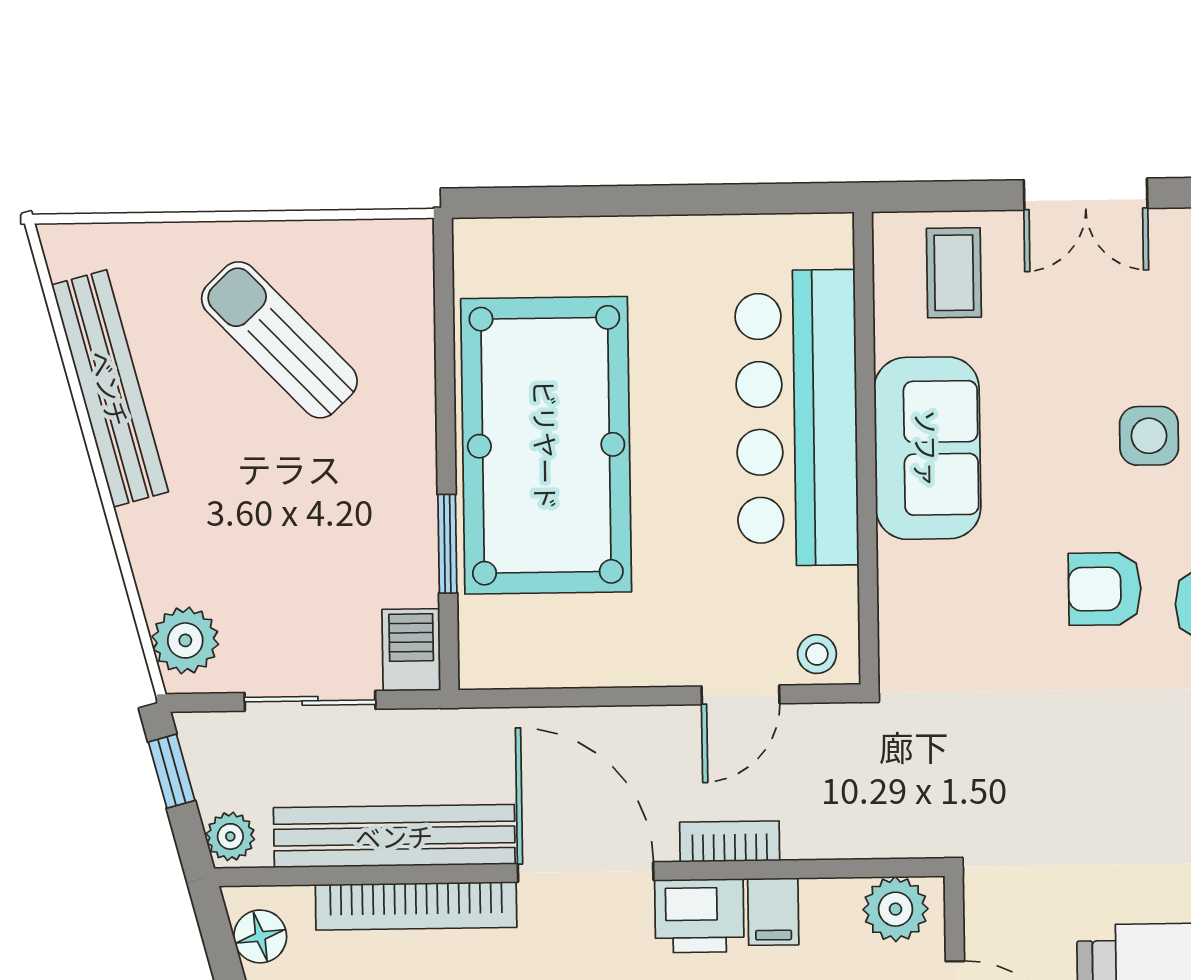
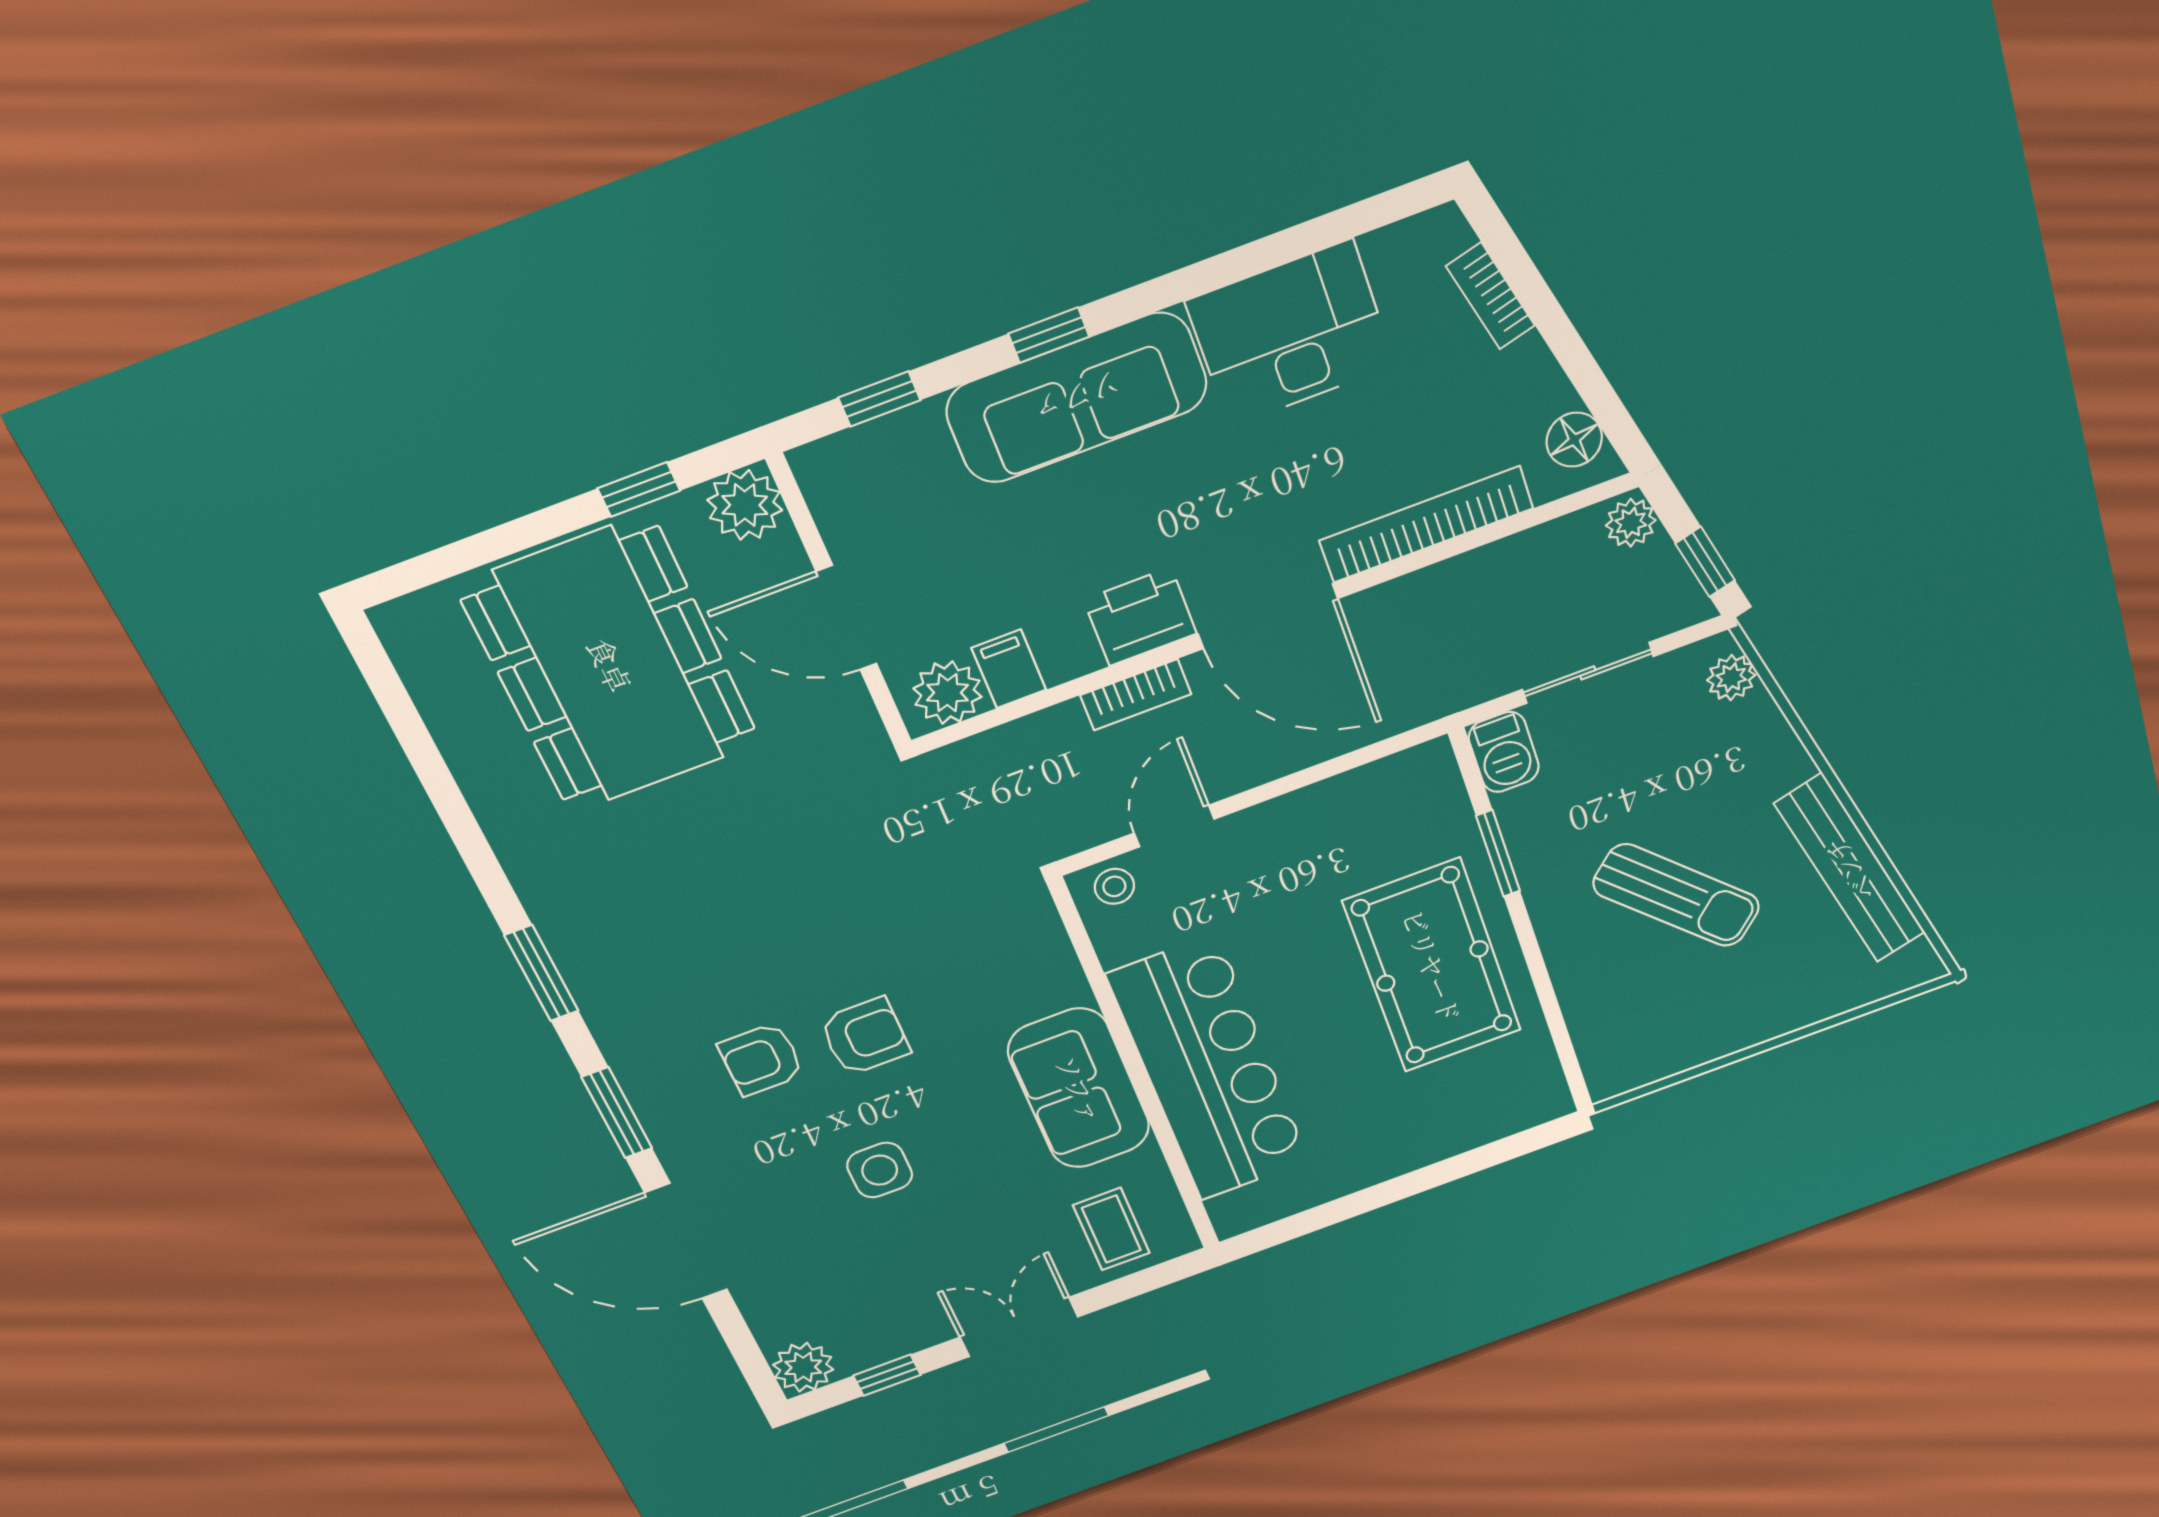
sun lounger: (279, 340) -> (1676, 895), moved
pool table: (546, 445) -> (1432, 966), width x0.73, depth x0.76
plant: (185, 640) -> (1731, 678), width x0.73, depth x0.73
bench: (394, 836) -> (1468, 581), removed
filing cabinet: (773, 912) -> (1009, 669), moved

